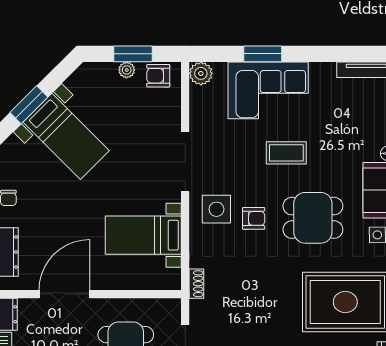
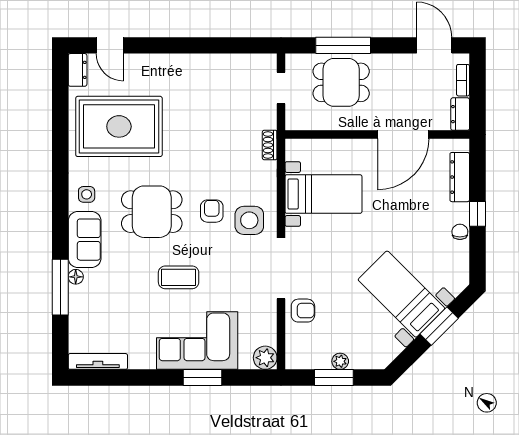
armchair: (158, 76) -> (303, 311), moved
armchair: (254, 218) -> (212, 211), turned 90

